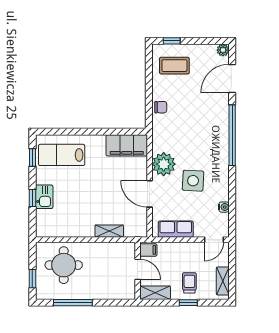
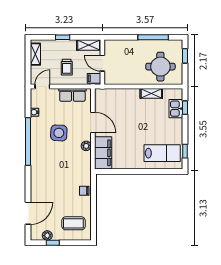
window: (172, 41) -> (53, 243), moved
plant: (223, 50) -> (47, 236), moved
window: (232, 135) -> (28, 141), moved
filing cabinet: (127, 145) -> (103, 153), moved, turned 90
plant: (164, 164) -> (86, 146), width x0.53, depth x0.53
kitchen sink: (44, 197) -> (176, 109), moved
window: (32, 198) -> (185, 108), moved
shelving: (109, 231) -> (151, 93), moved
trolley: (189, 283) -> (67, 67), moved

